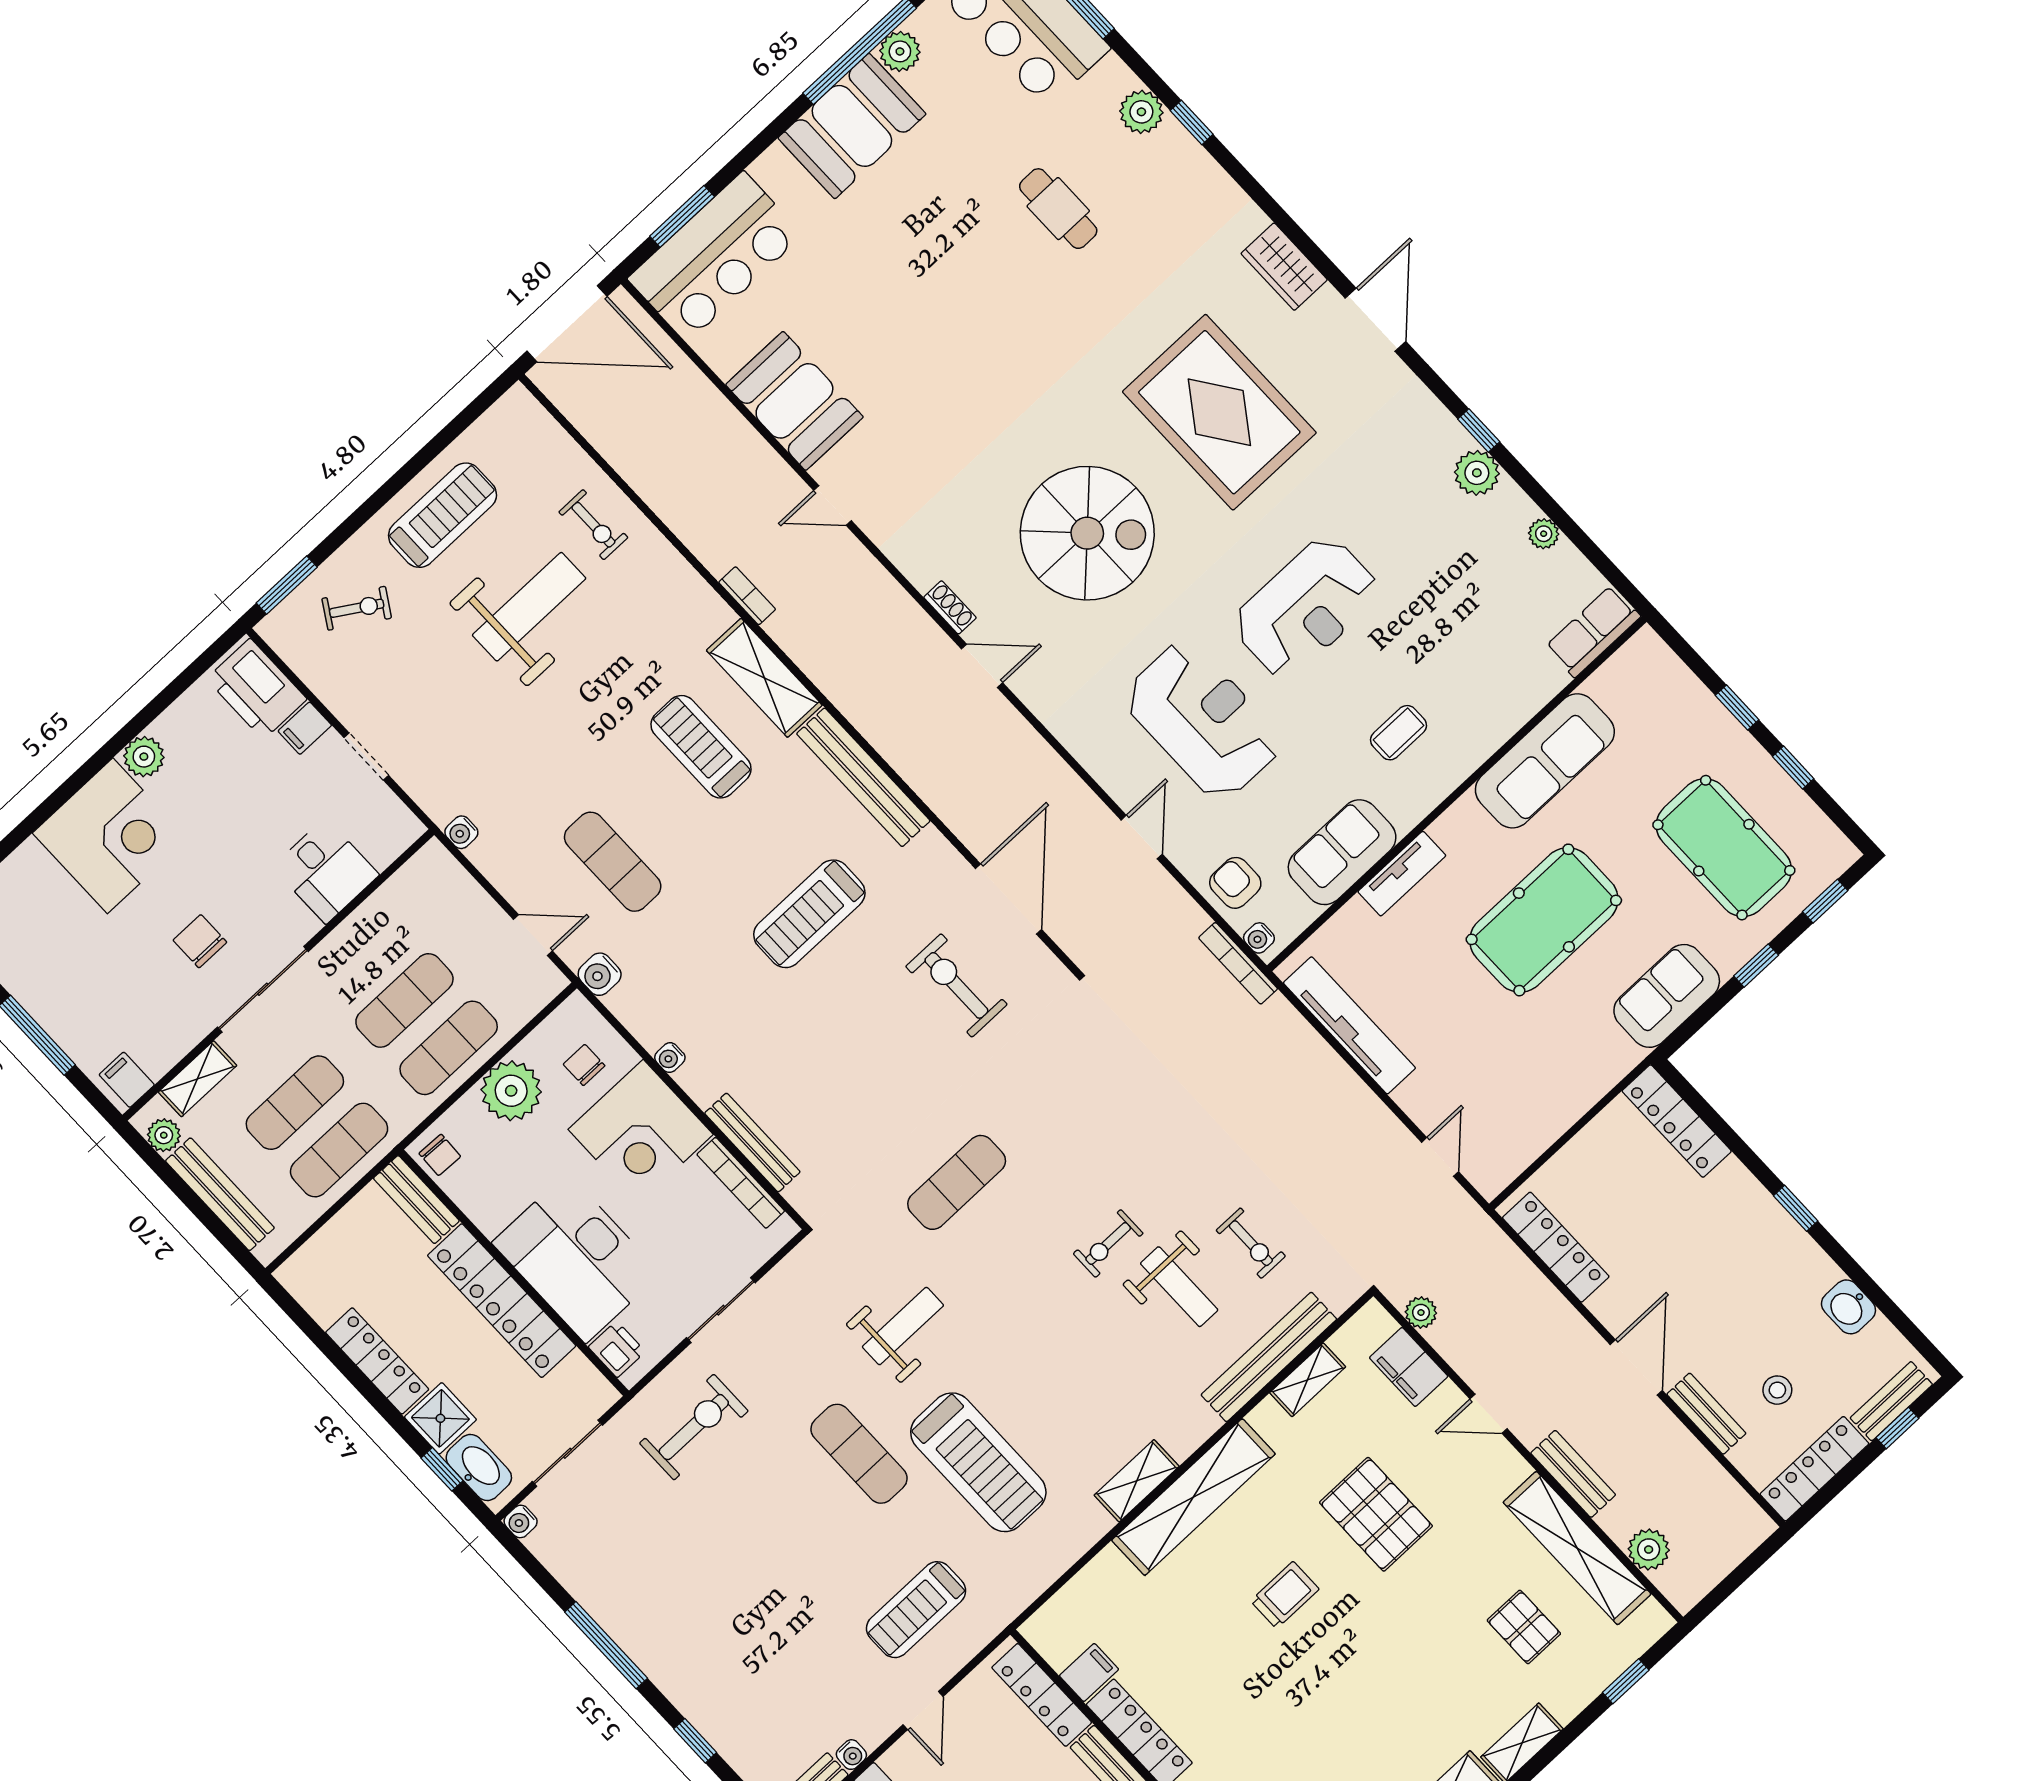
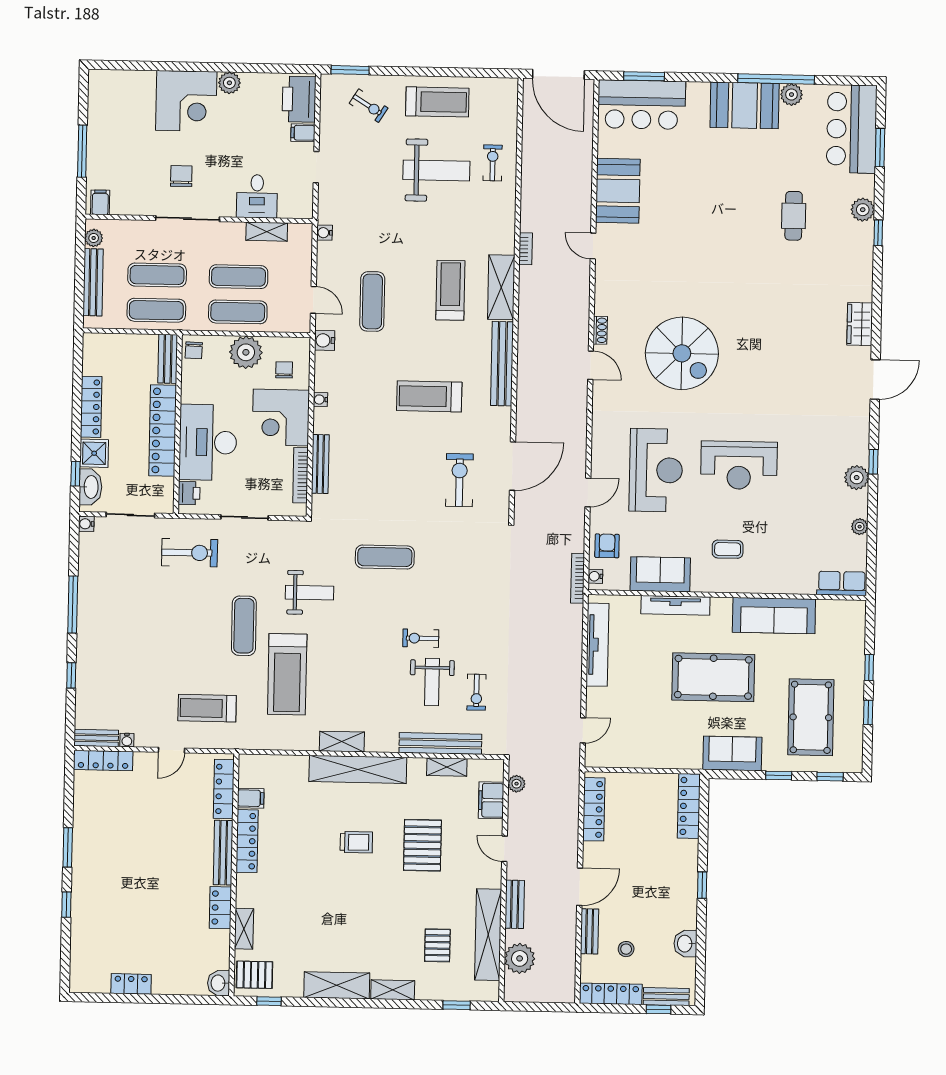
rug: (1219, 412) -> (779, 356), removed
exercise bike: (593, 525) -> (493, 163), turned 180
tv unit: (1402, 874) -> (675, 605), width x1.41
shelving: (198, 1079) -> (267, 232), moved
plant: (1649, 1550) -> (520, 958), width x1.36, depth x1.36

